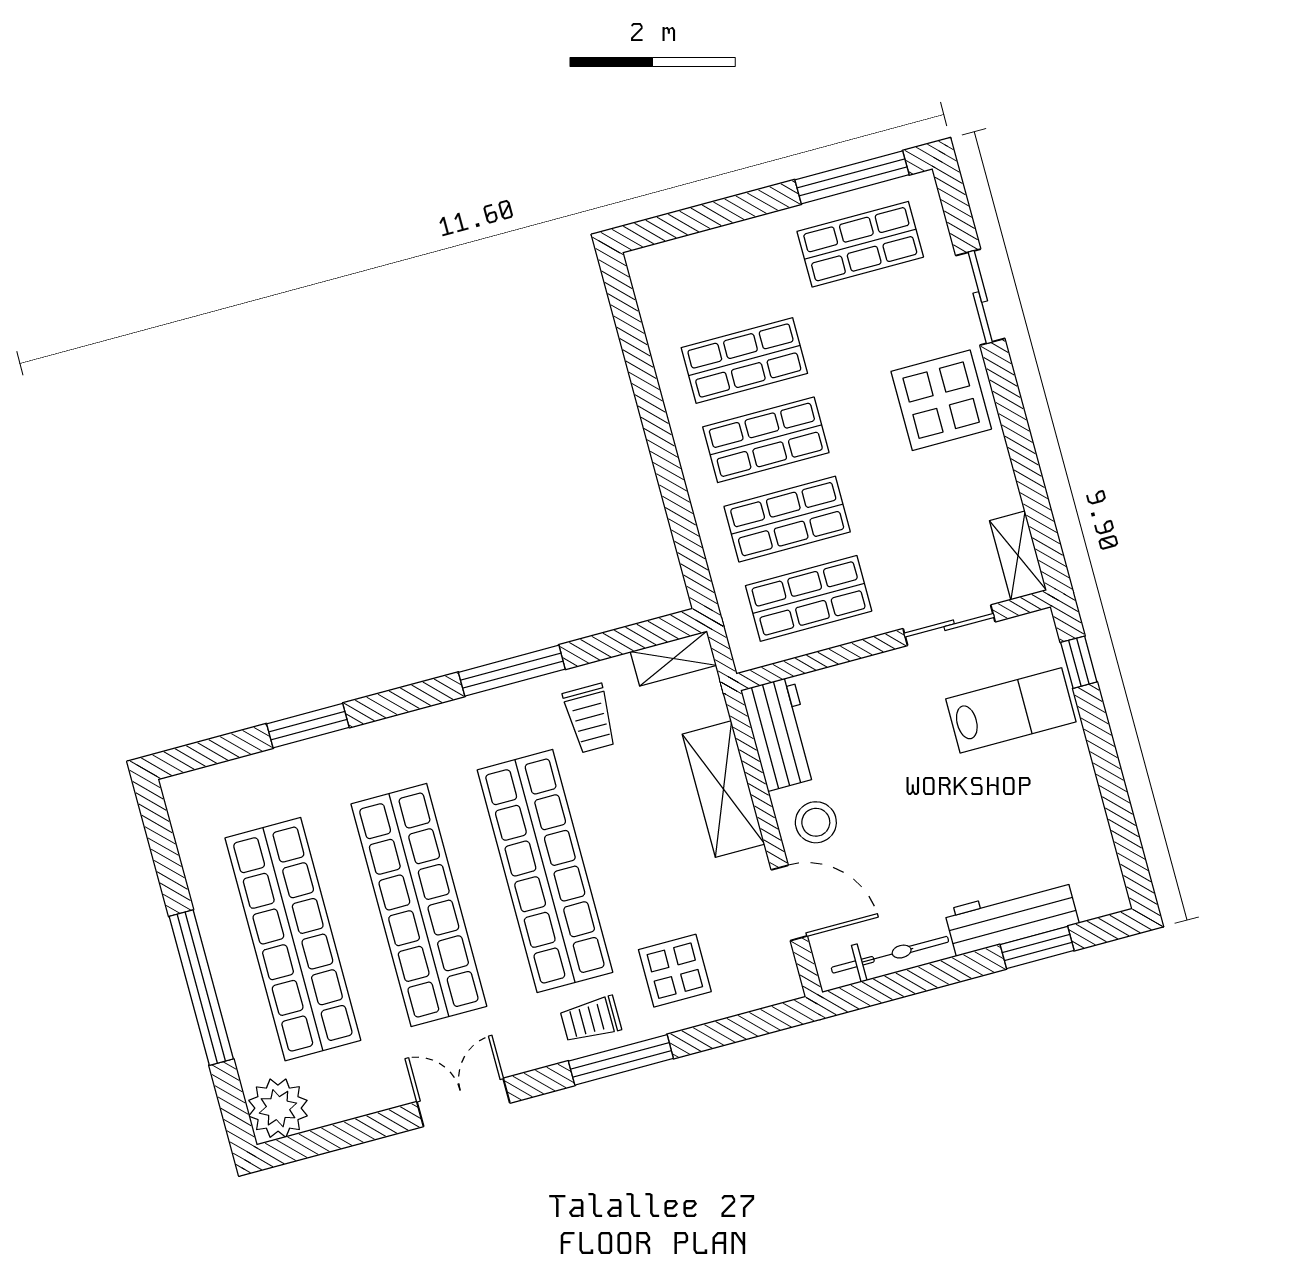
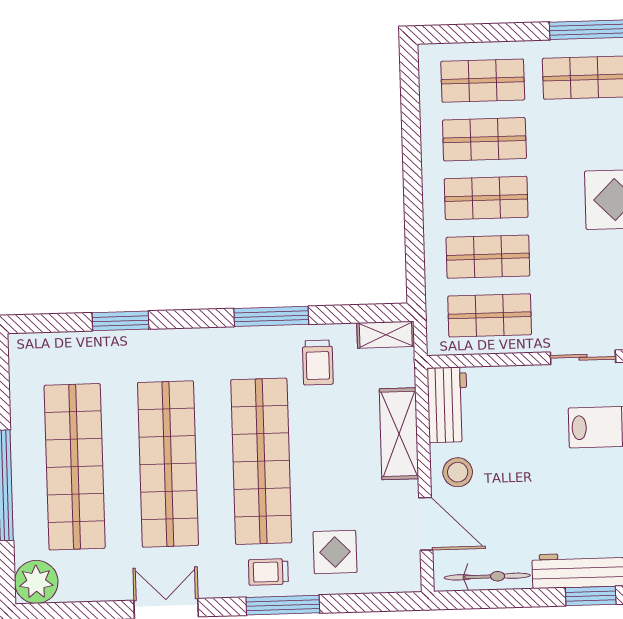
shop shelf: (723, 281) -> (483, 81), added

